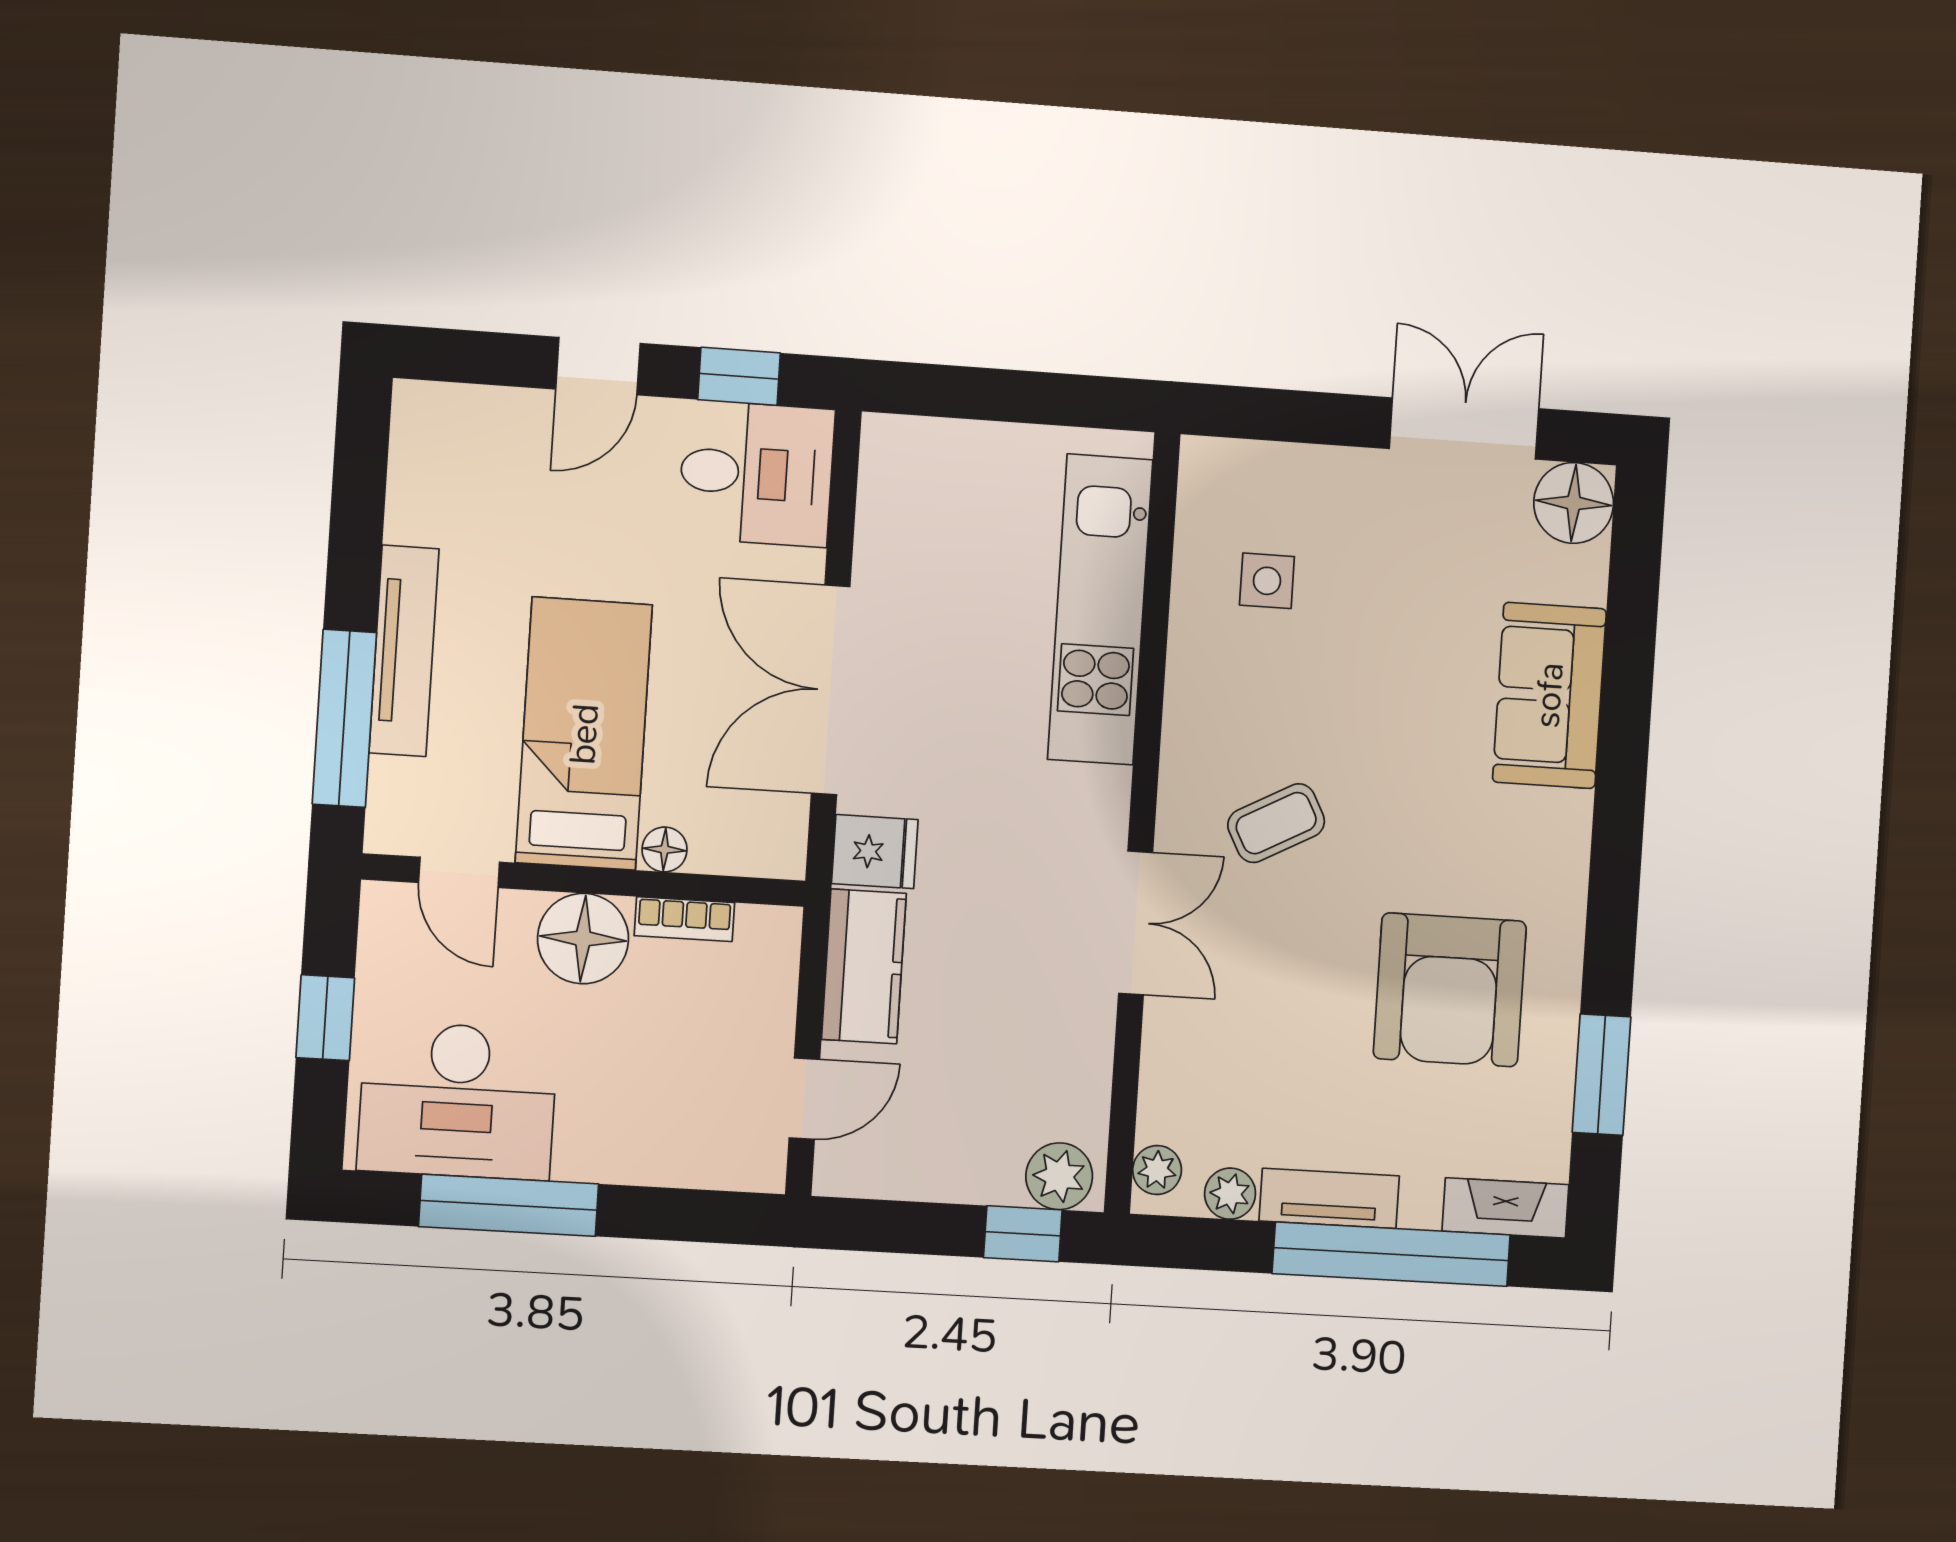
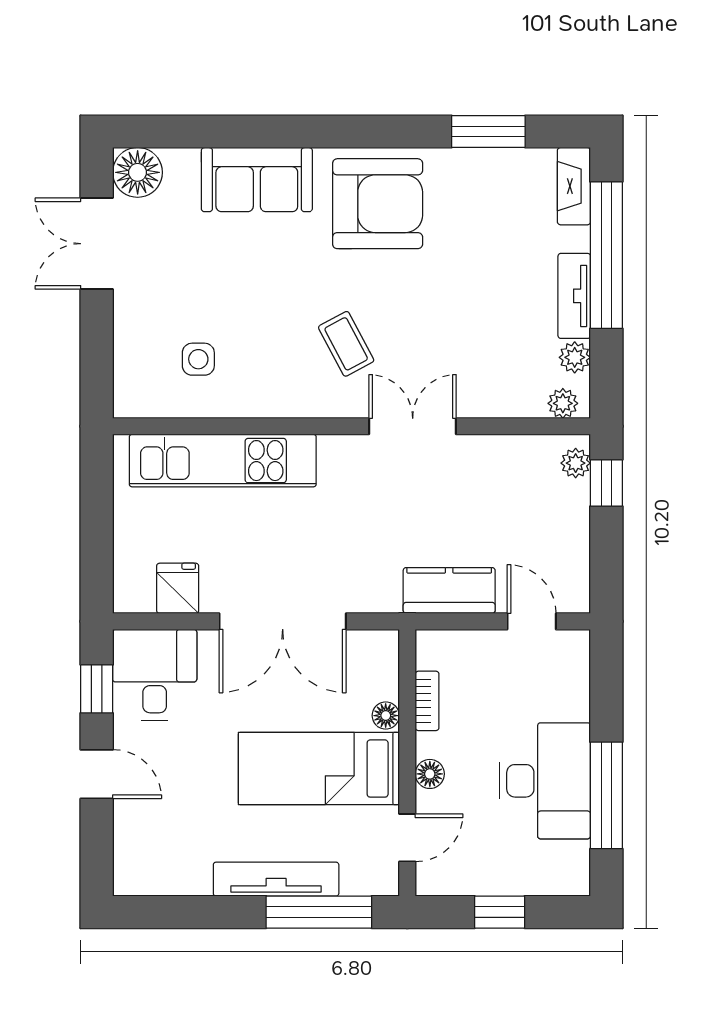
fridge: (875, 852) -> (178, 588), moved
floor lamp: (583, 939) -> (430, 774), width x0.53, depth x0.53
armchair: (1450, 990) -> (378, 204), moved
desk: (458, 1101) -> (545, 781), moved
plant: (1059, 1176) -> (576, 463), width x0.73, depth x0.73

